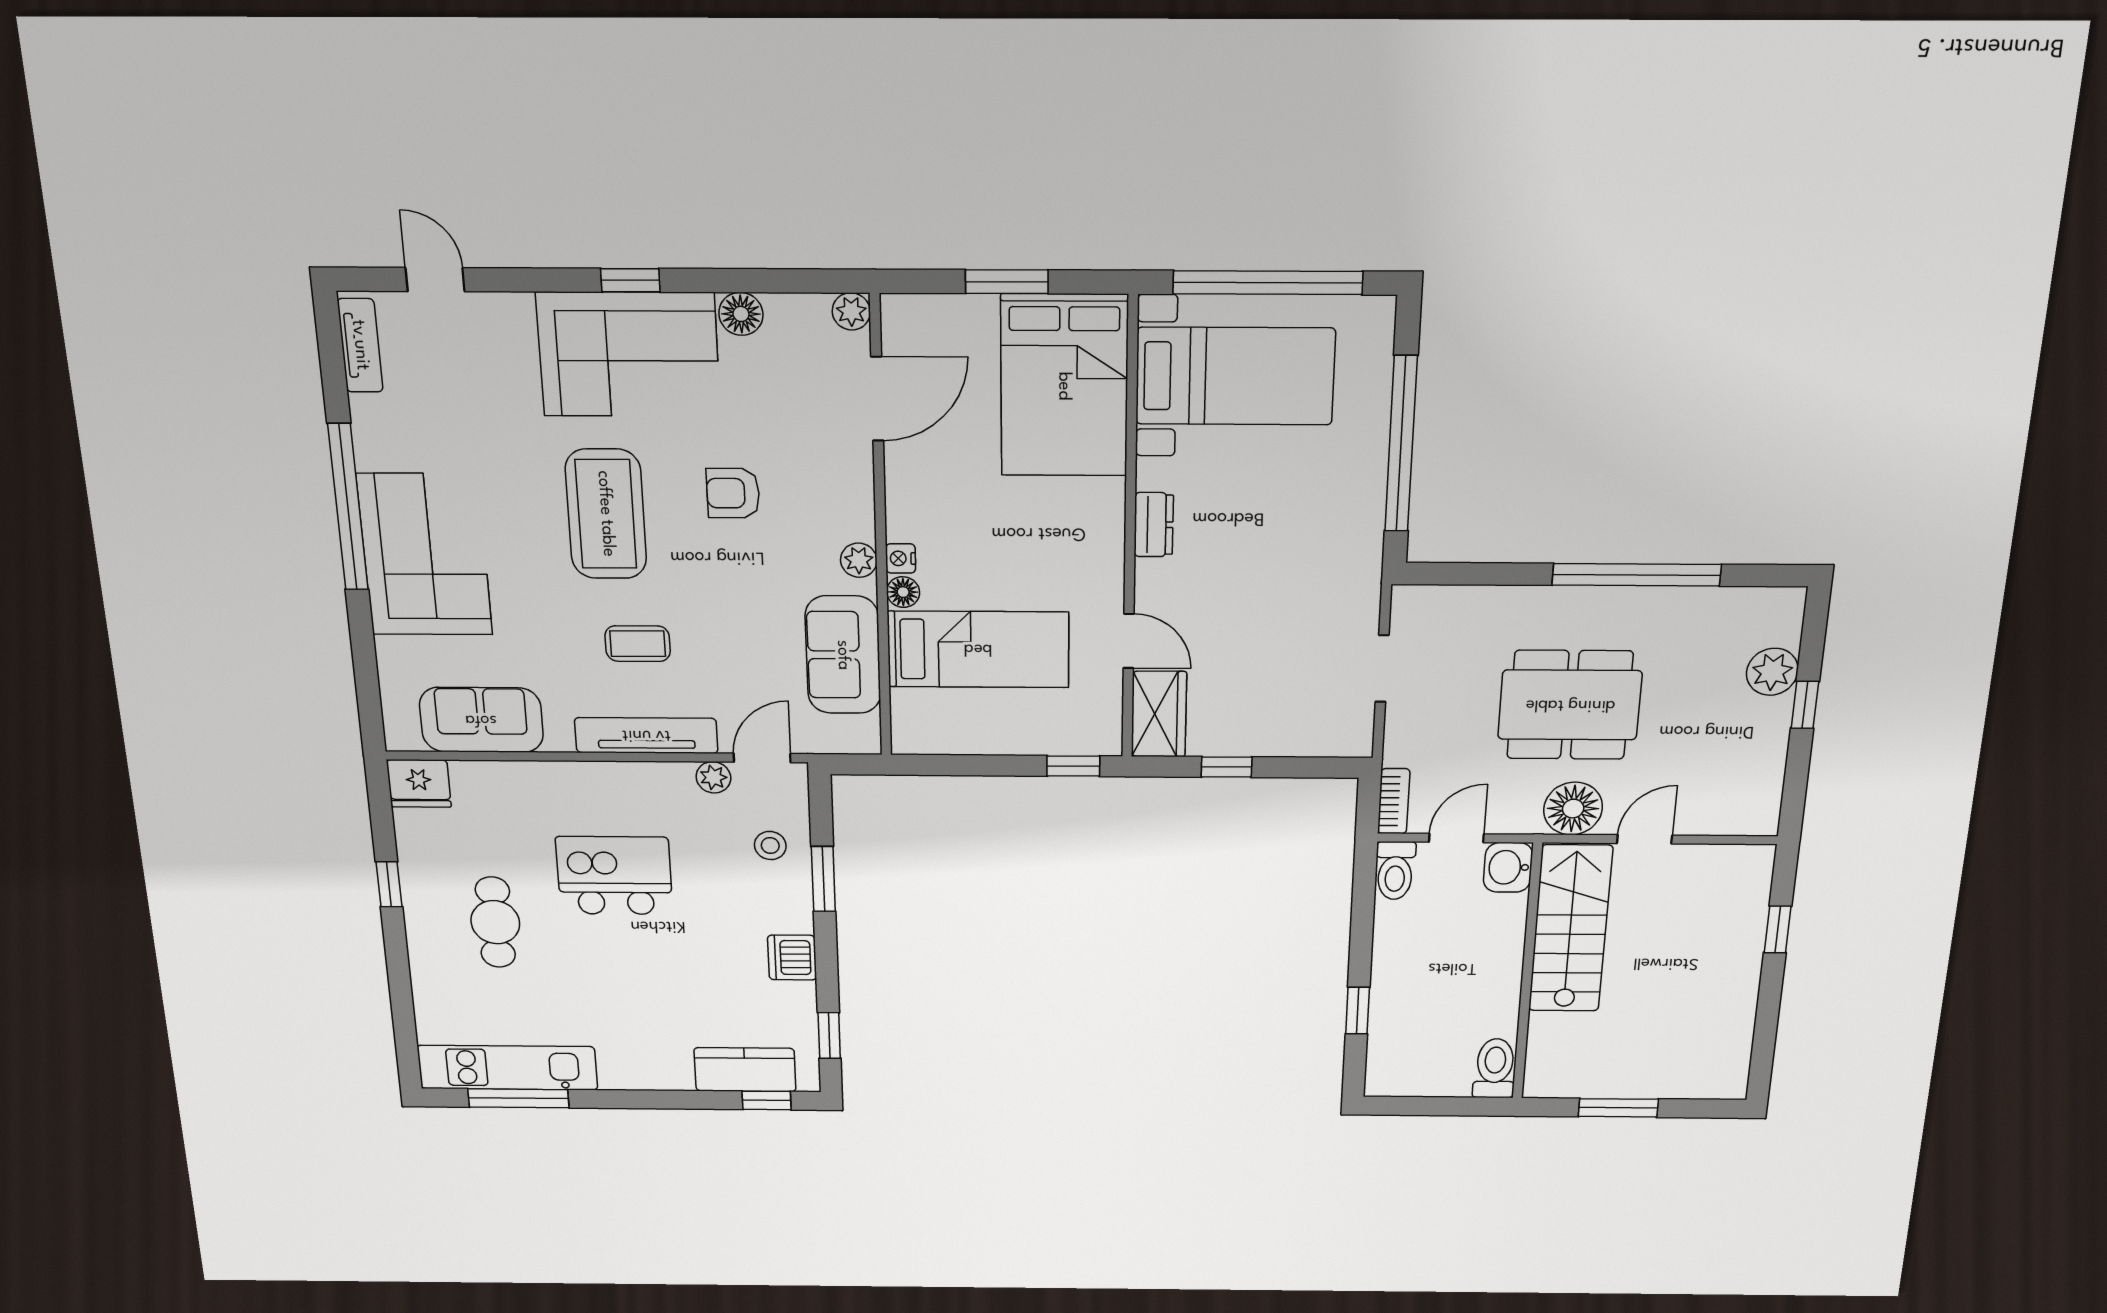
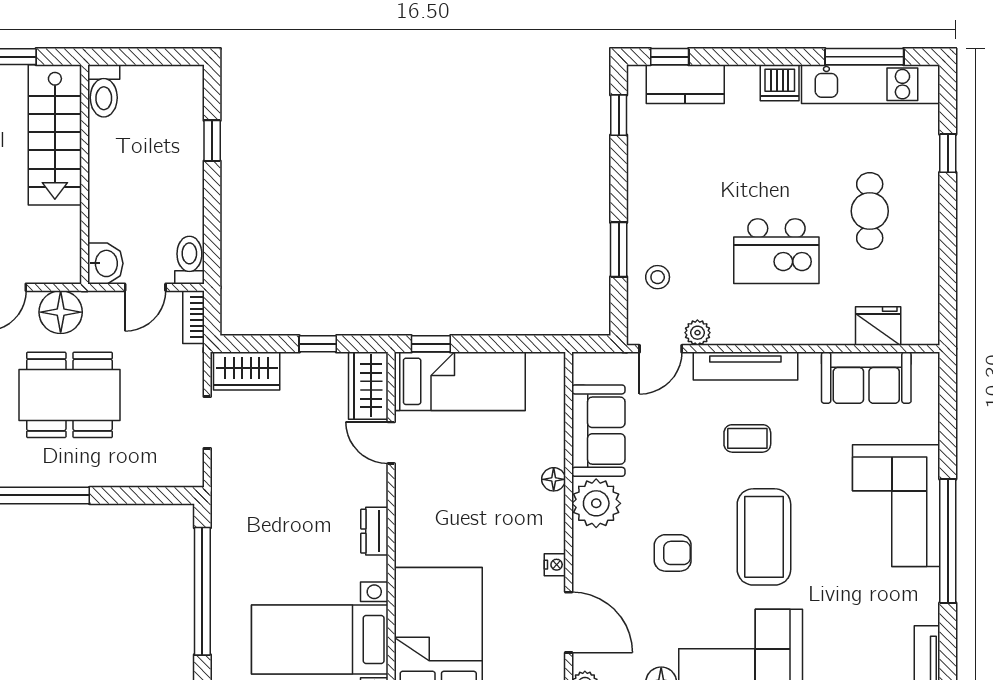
door: (877, 399) -> (569, 622), swing flipped
nightstand: (901, 558) -> (555, 565), moved
plant: (859, 560) -> (596, 503), width x1.88, depth x1.88
bed: (978, 649) -> (460, 381), moved, turned 180
wardrobe: (1325, 734) -> (247, 371), added
fridge: (419, 783) -> (878, 326), moved
window: (389, 884) -> (948, 153), moved
stairs: (1570, 929) -> (55, 135), moved
dishwasher: (792, 958) -> (780, 83), moved, turned 90

